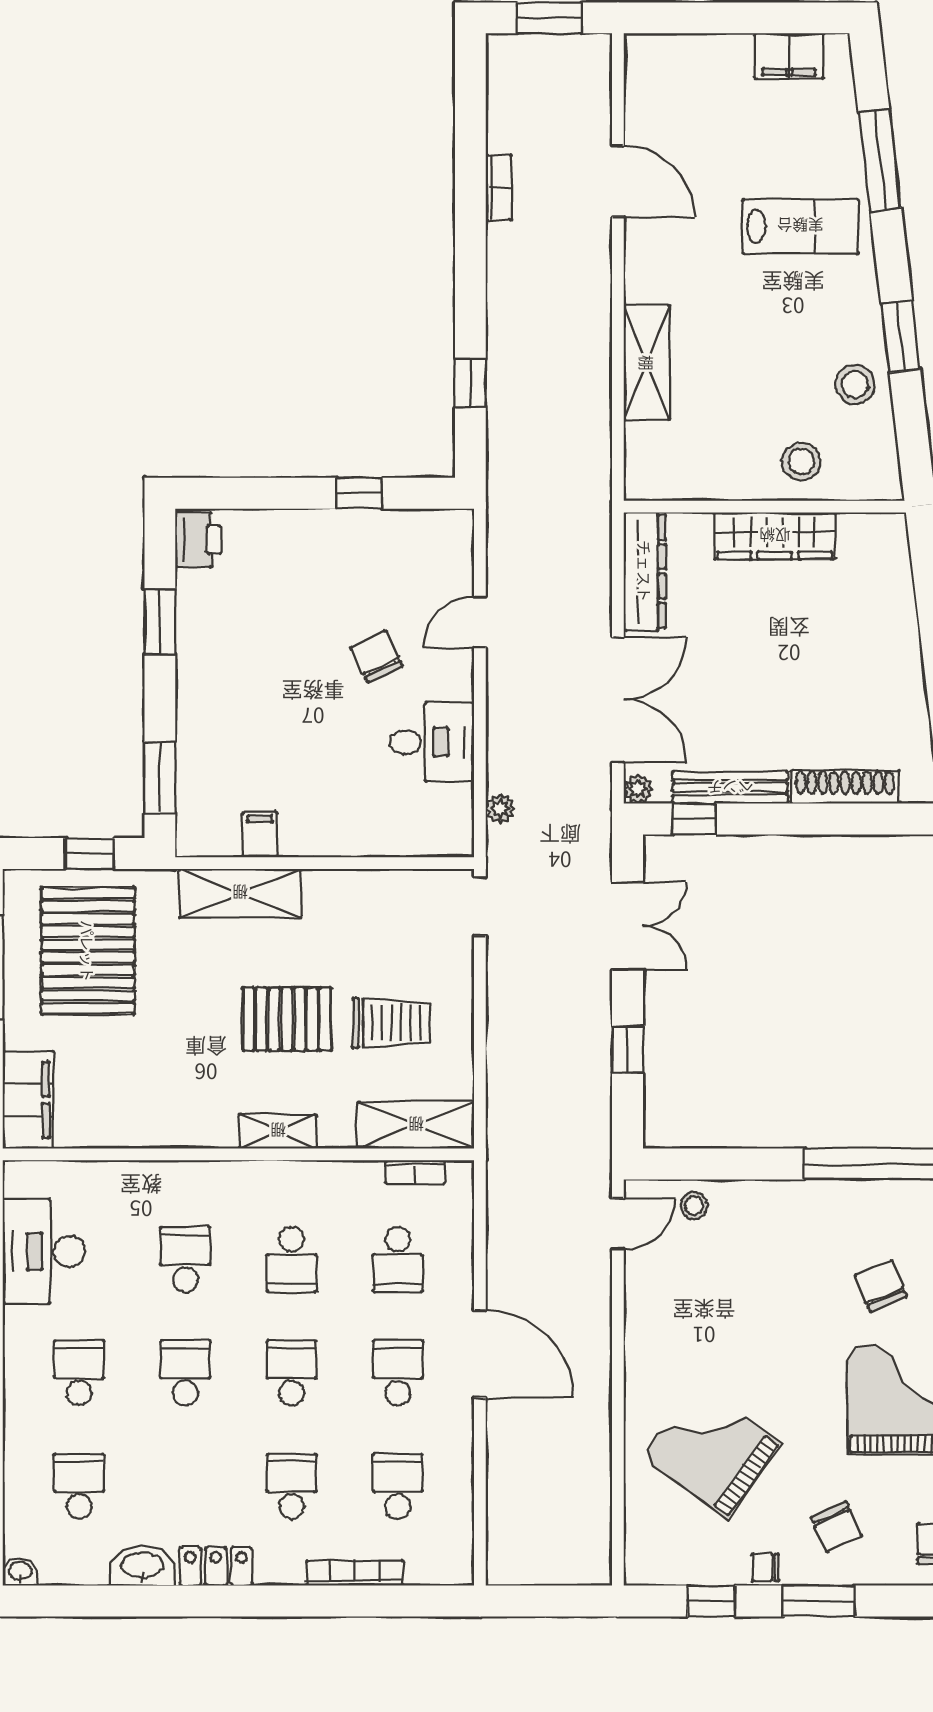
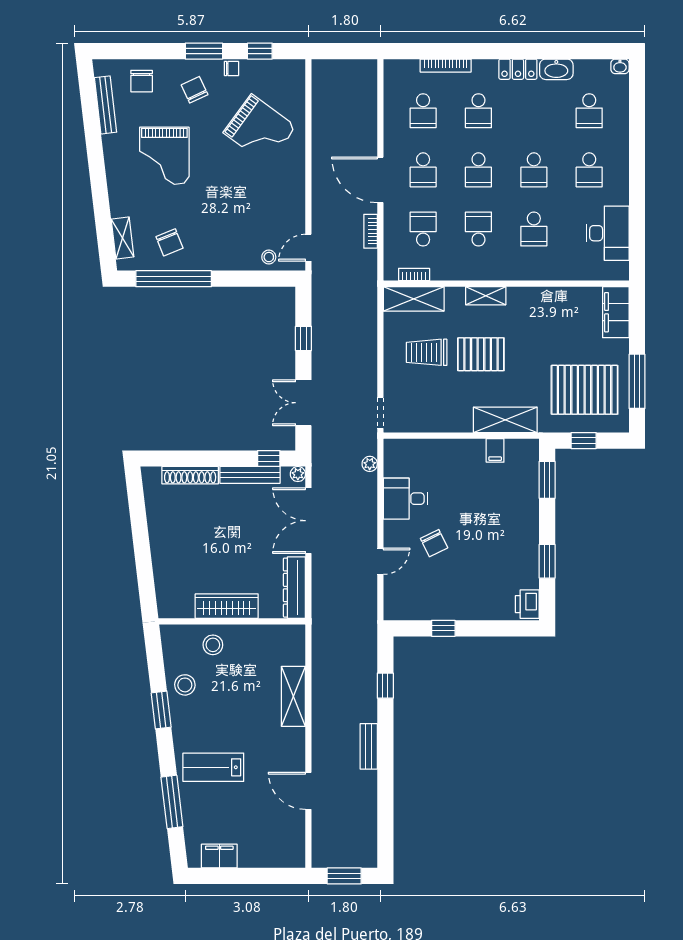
bookcase: (499, 188) -> (371, 231), moved
bench: (502, 267) -> (369, 746), added
pallet: (88, 951) -> (585, 390), turned 90
chair: (881, 1286) -> (169, 242), moved

